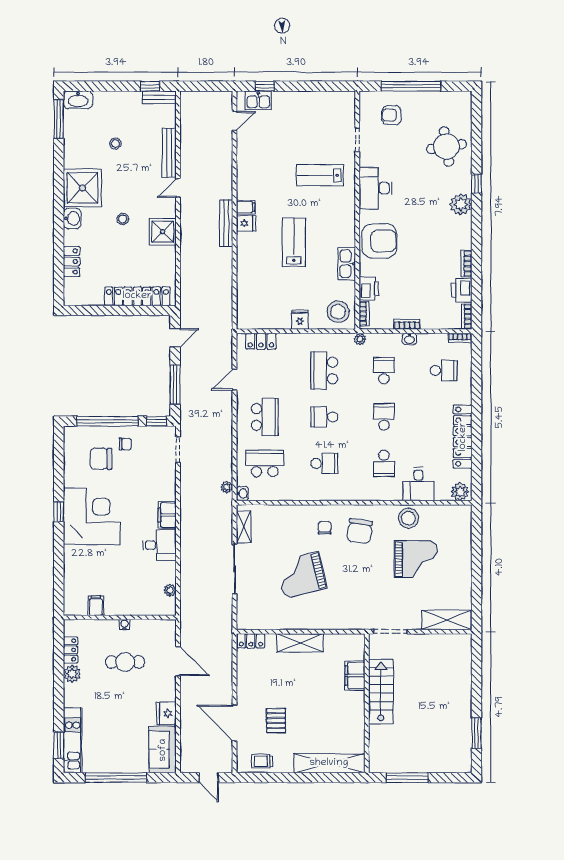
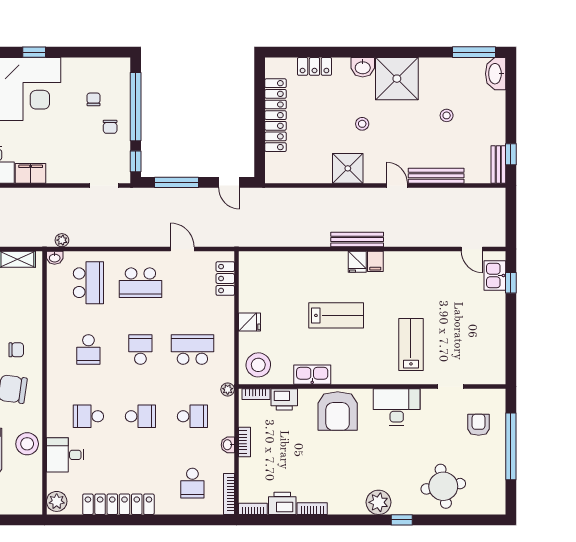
locker: (137, 296) -> (275, 115), moved
bookcase: (460, 338) -> (229, 494), width x1.56
chair: (101, 459) -> (94, 99), width x0.54, depth x0.54

